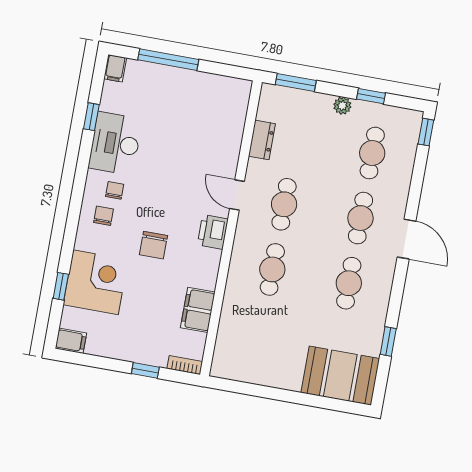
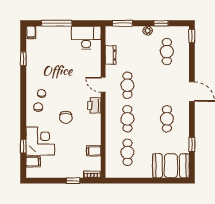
desk: (115, 143) -> (86, 38), moved, turned 90
cafe table: (360, 218) -> (127, 152), moved
filing cabinet: (198, 310) -> (94, 151), width x0.50
filing cabinet: (71, 341) -> (33, 162), moved

